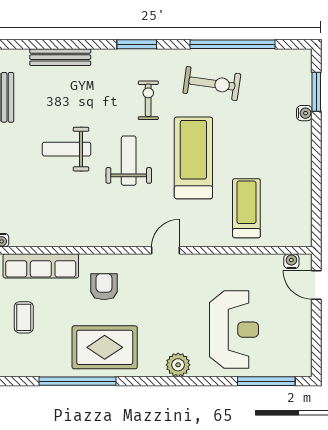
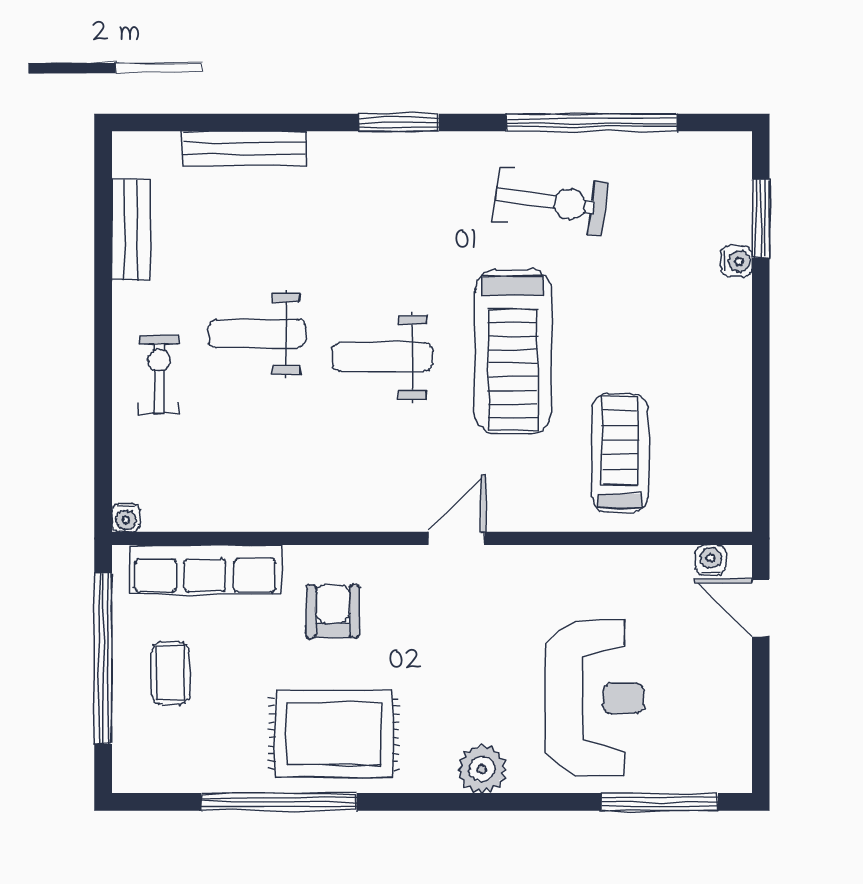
exercise bike: (148, 100) -> (159, 374), moved
treadmill: (193, 158) -> (513, 352), turned 180
weight bench: (129, 161) -> (382, 357), turned -90

